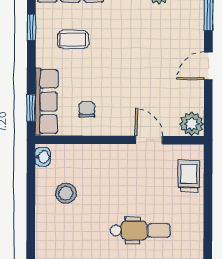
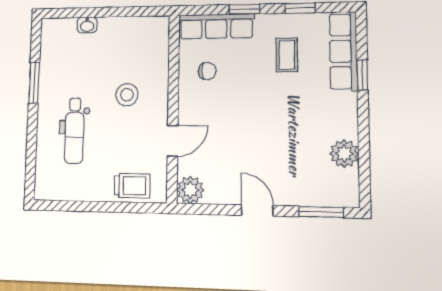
window: (31, 108) -> (244, 9), moved
washbasin: (43, 157) -> (87, 25), moved
stool: (66, 193) -> (127, 95), moved

